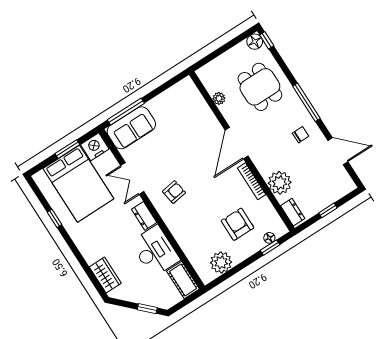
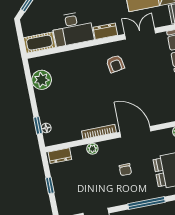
chair: (301, 135) -> (125, 170), moved
plant: (280, 183) -> (92, 149), width x0.53, depth x0.53
armchair: (237, 224) -> (68, 106), removed

